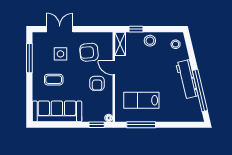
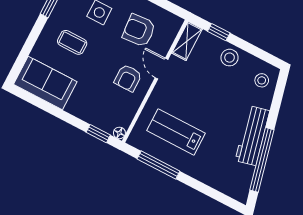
sofa: (57, 111) -> (45, 83), width x0.73

